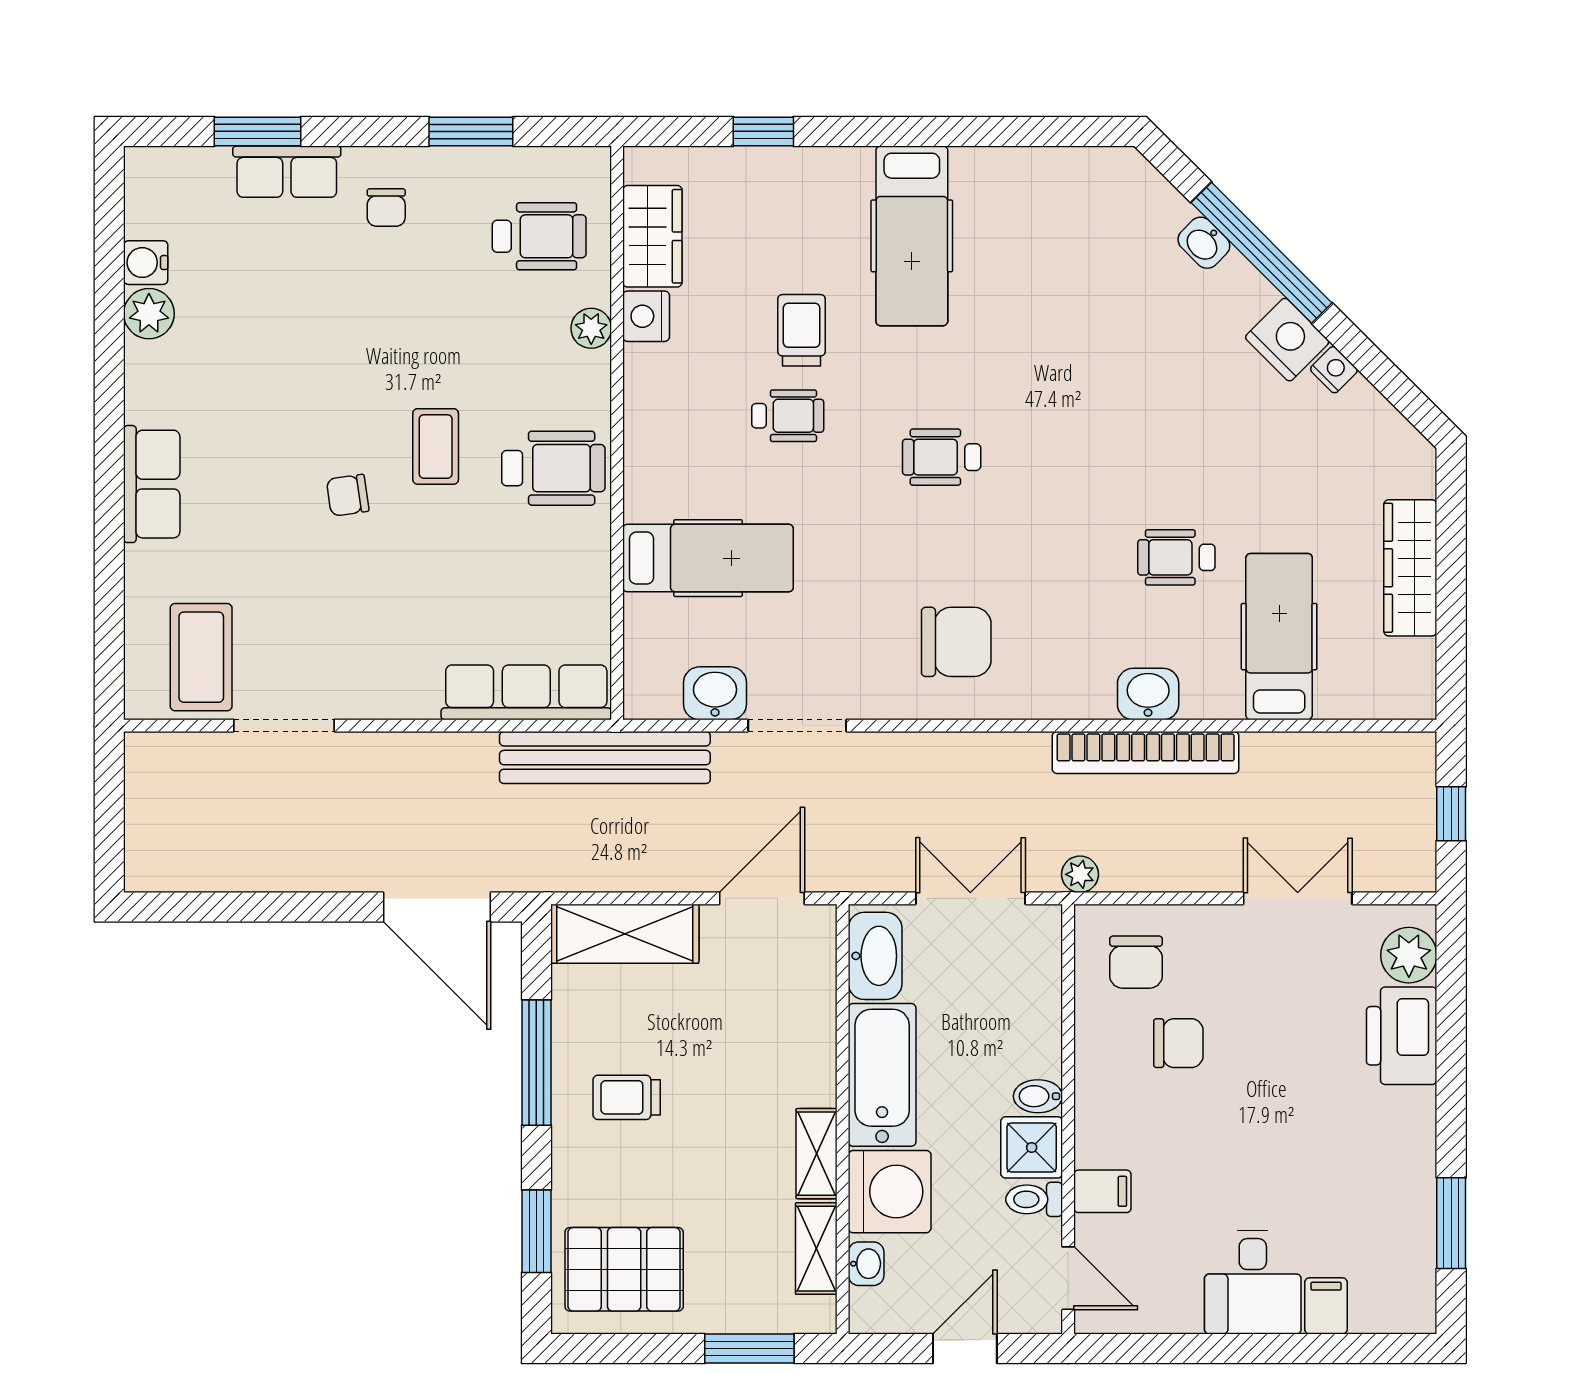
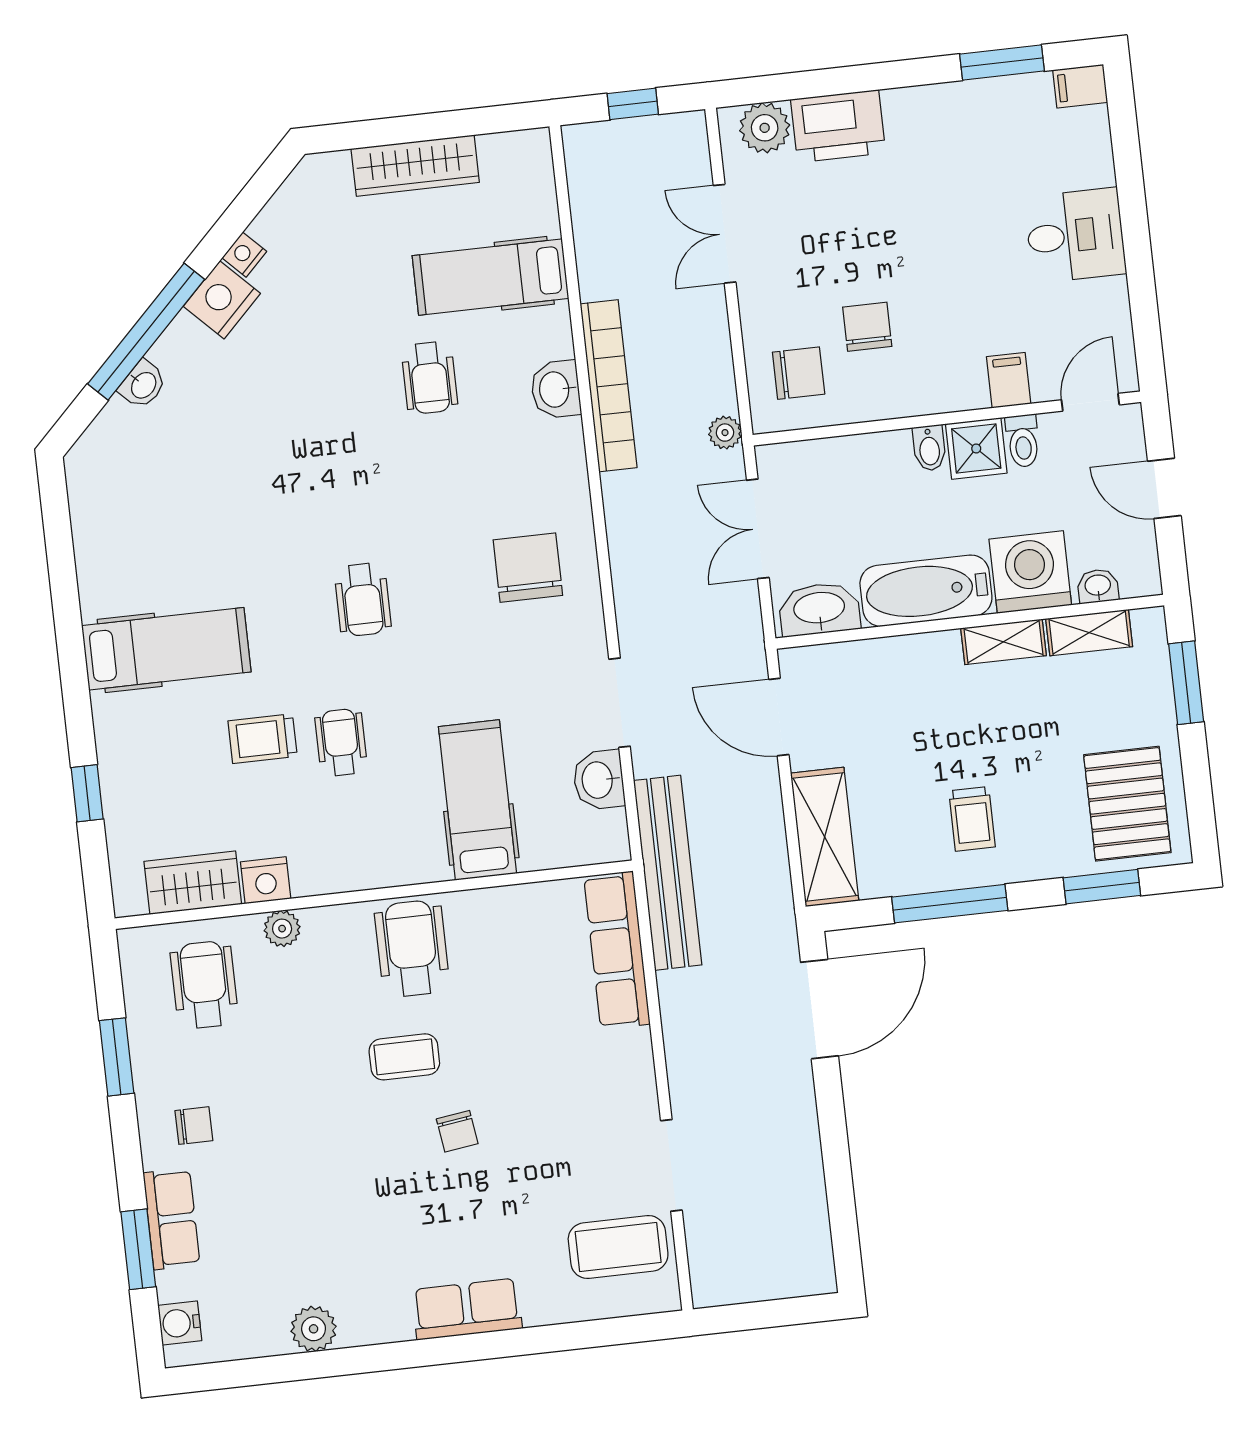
water cooler: (146, 263) -> (180, 1323), moved, turned 90
filing cabinet: (1326, 1306) -> (1080, 86), moved

